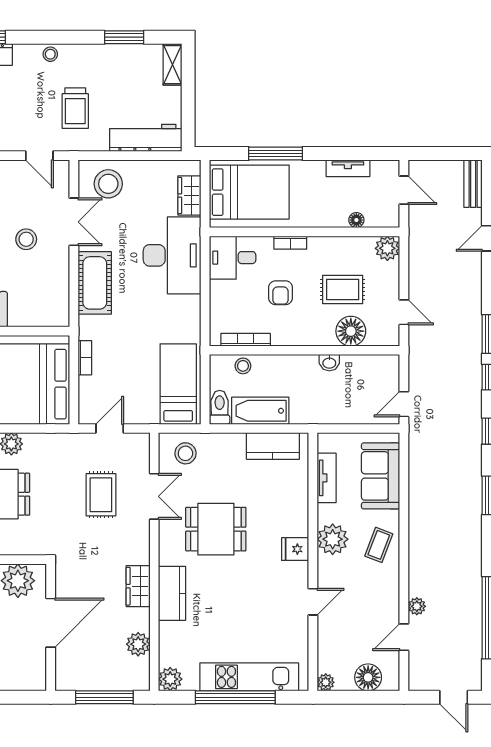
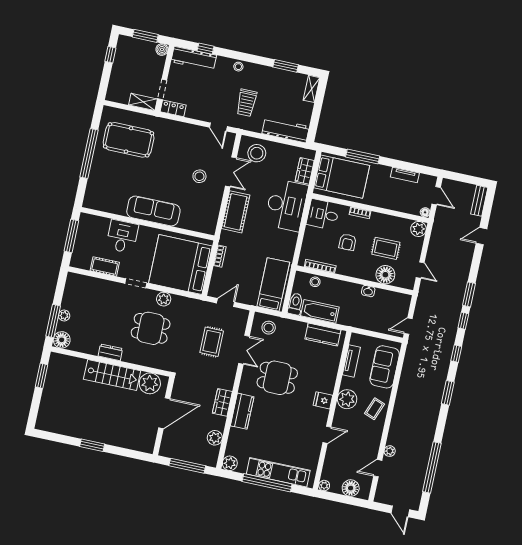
floor lamp: (356, 220) -> (425, 212), moved

